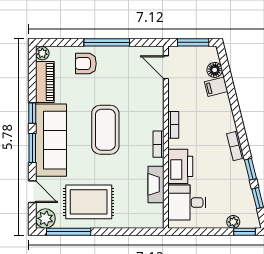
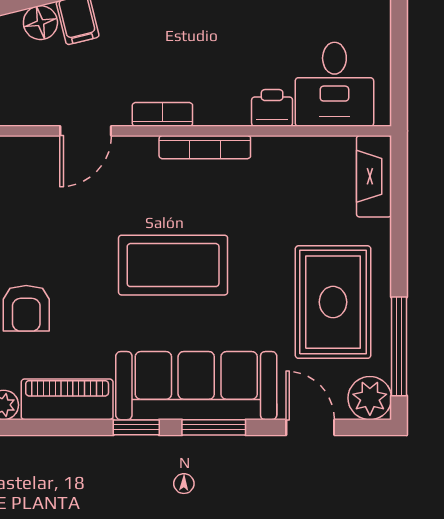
door: (166, 67) -> (86, 131), moved
bookcase: (159, 144) -> (205, 147), width x1.56
printer: (180, 166) -> (272, 108), width x0.53, depth x0.68
fireplace: (156, 184) -> (374, 176), moved, turned 90
door: (32, 192) -> (310, 427), hinge flipped

